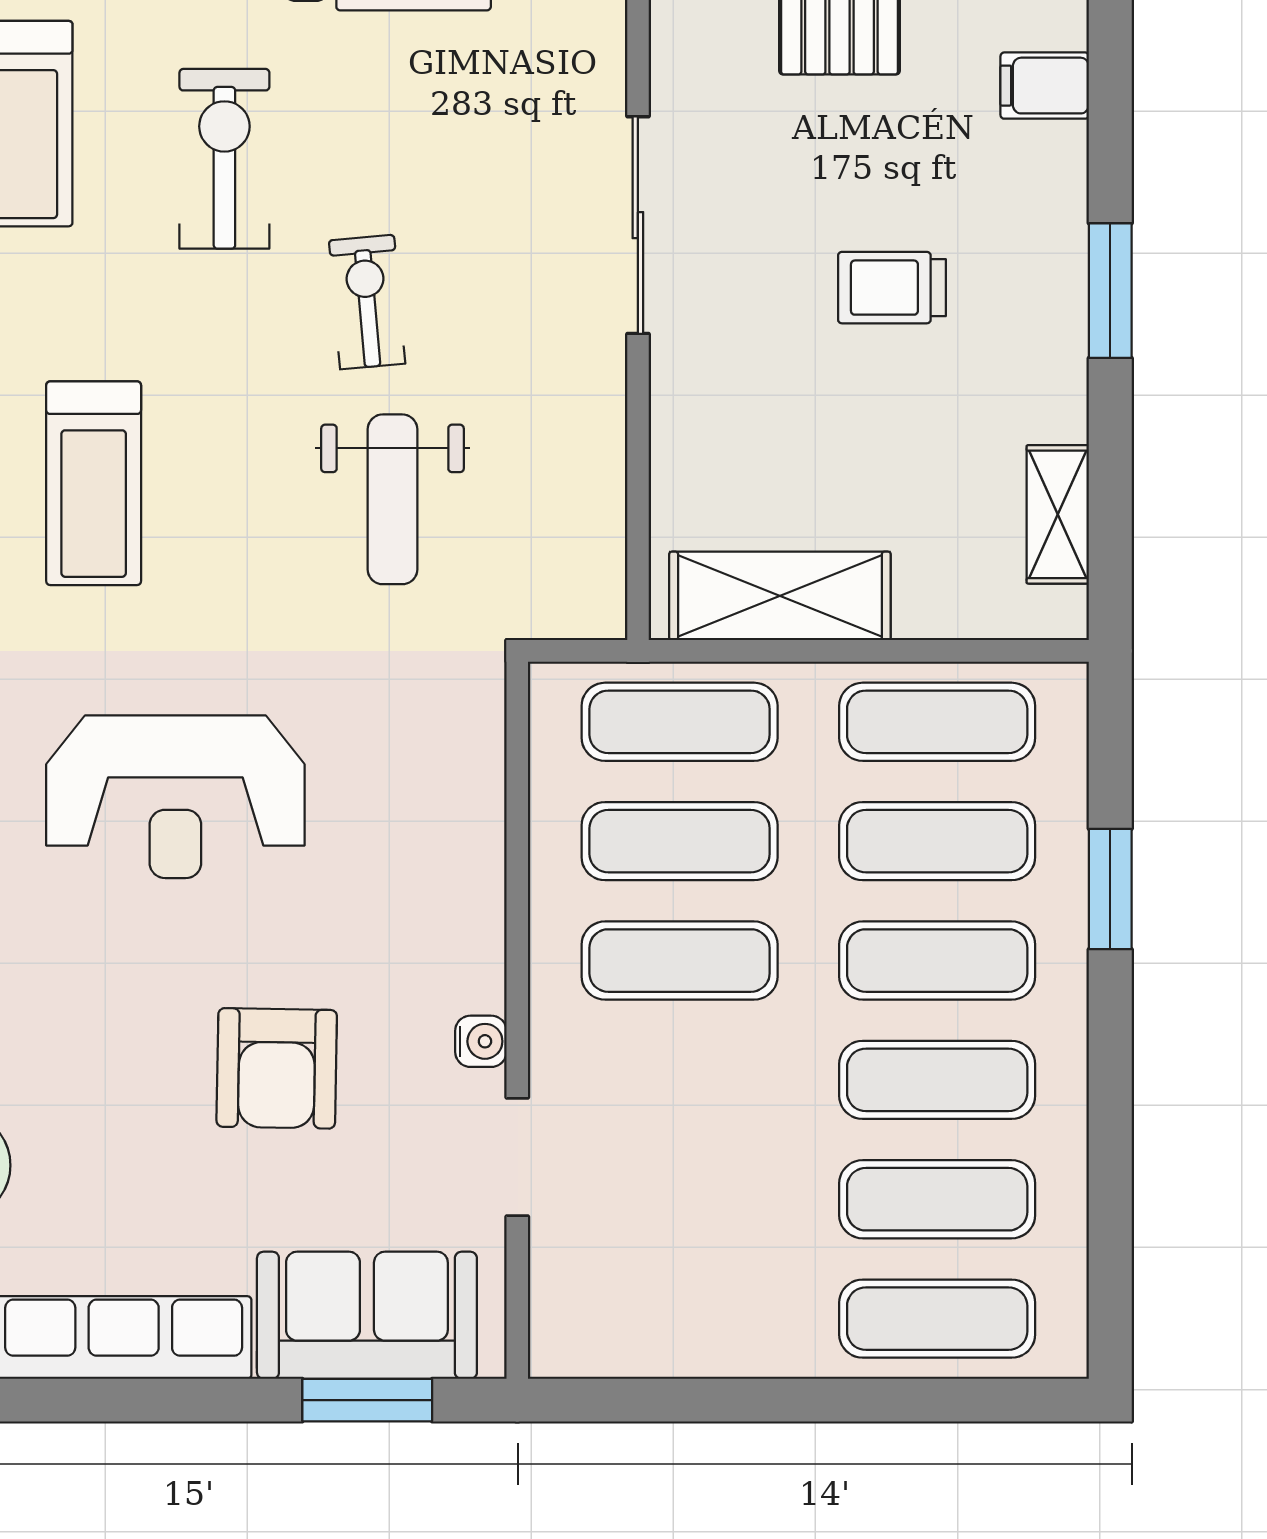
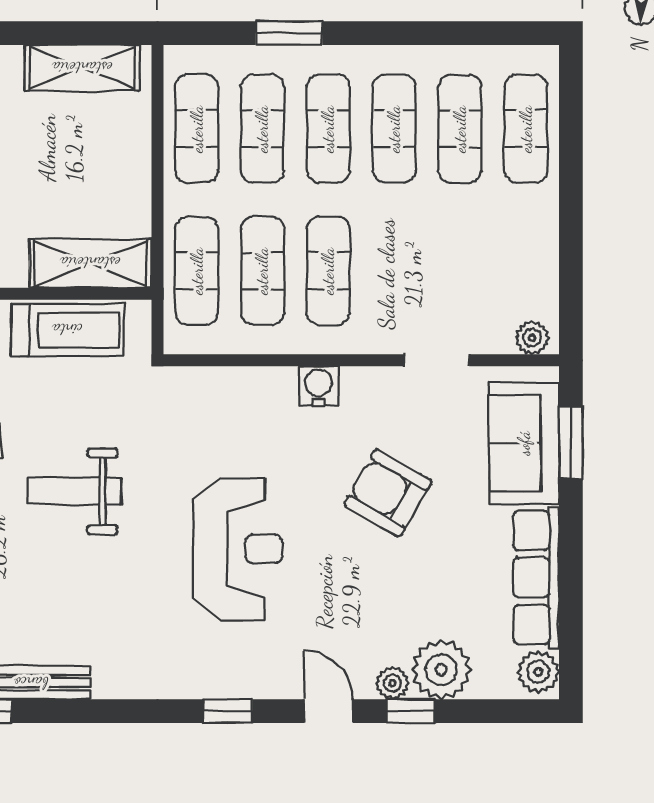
treadmill: (94, 483) -> (67, 330), moved
weight bench: (392, 499) -> (74, 491), moved, turned 180
shelving: (1058, 514) -> (82, 68), width x1.50, depth x1.33
shelving: (780, 596) -> (90, 263), moved, turned 90
water cooler: (481, 1041) -> (318, 386), moved, width x1.38, depth x1.38
armchair: (277, 1068) -> (388, 493), turned -151
plant: (558, 1330) -> (532, 338), added

